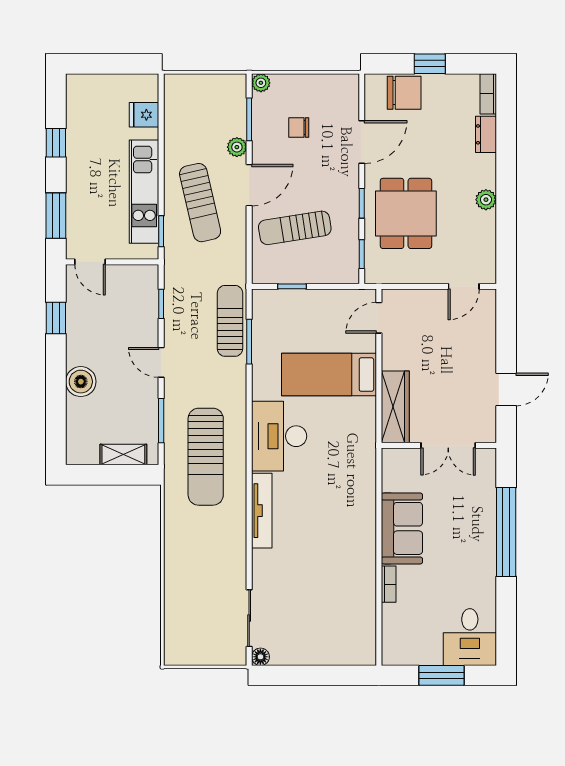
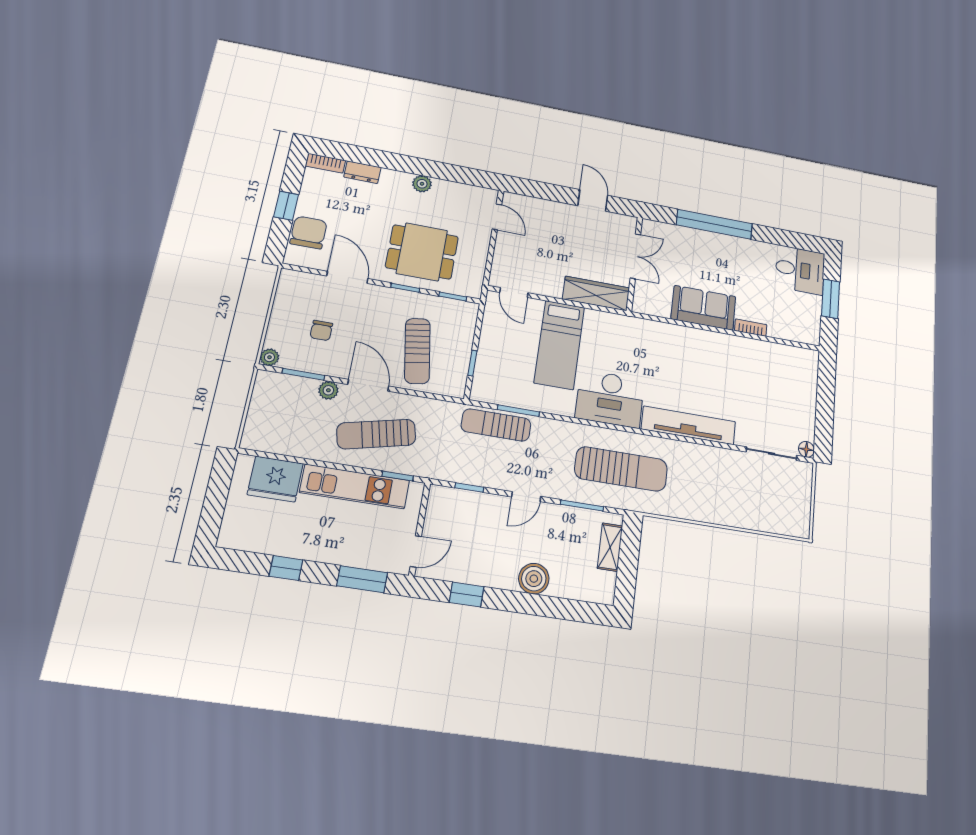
fridge: (144, 115) -> (275, 479), width x1.88, depth x1.34
sun lounger: (200, 203) -> (376, 434), turned 180
tv unit: (262, 511) -> (689, 425), width x1.36, depth x1.29

